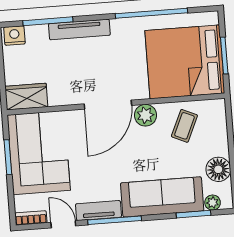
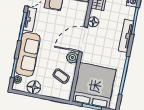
floor lamp: (71, 95) -> (93, 22), added
door: (108, 105) -> (83, 40), hinge flipped

